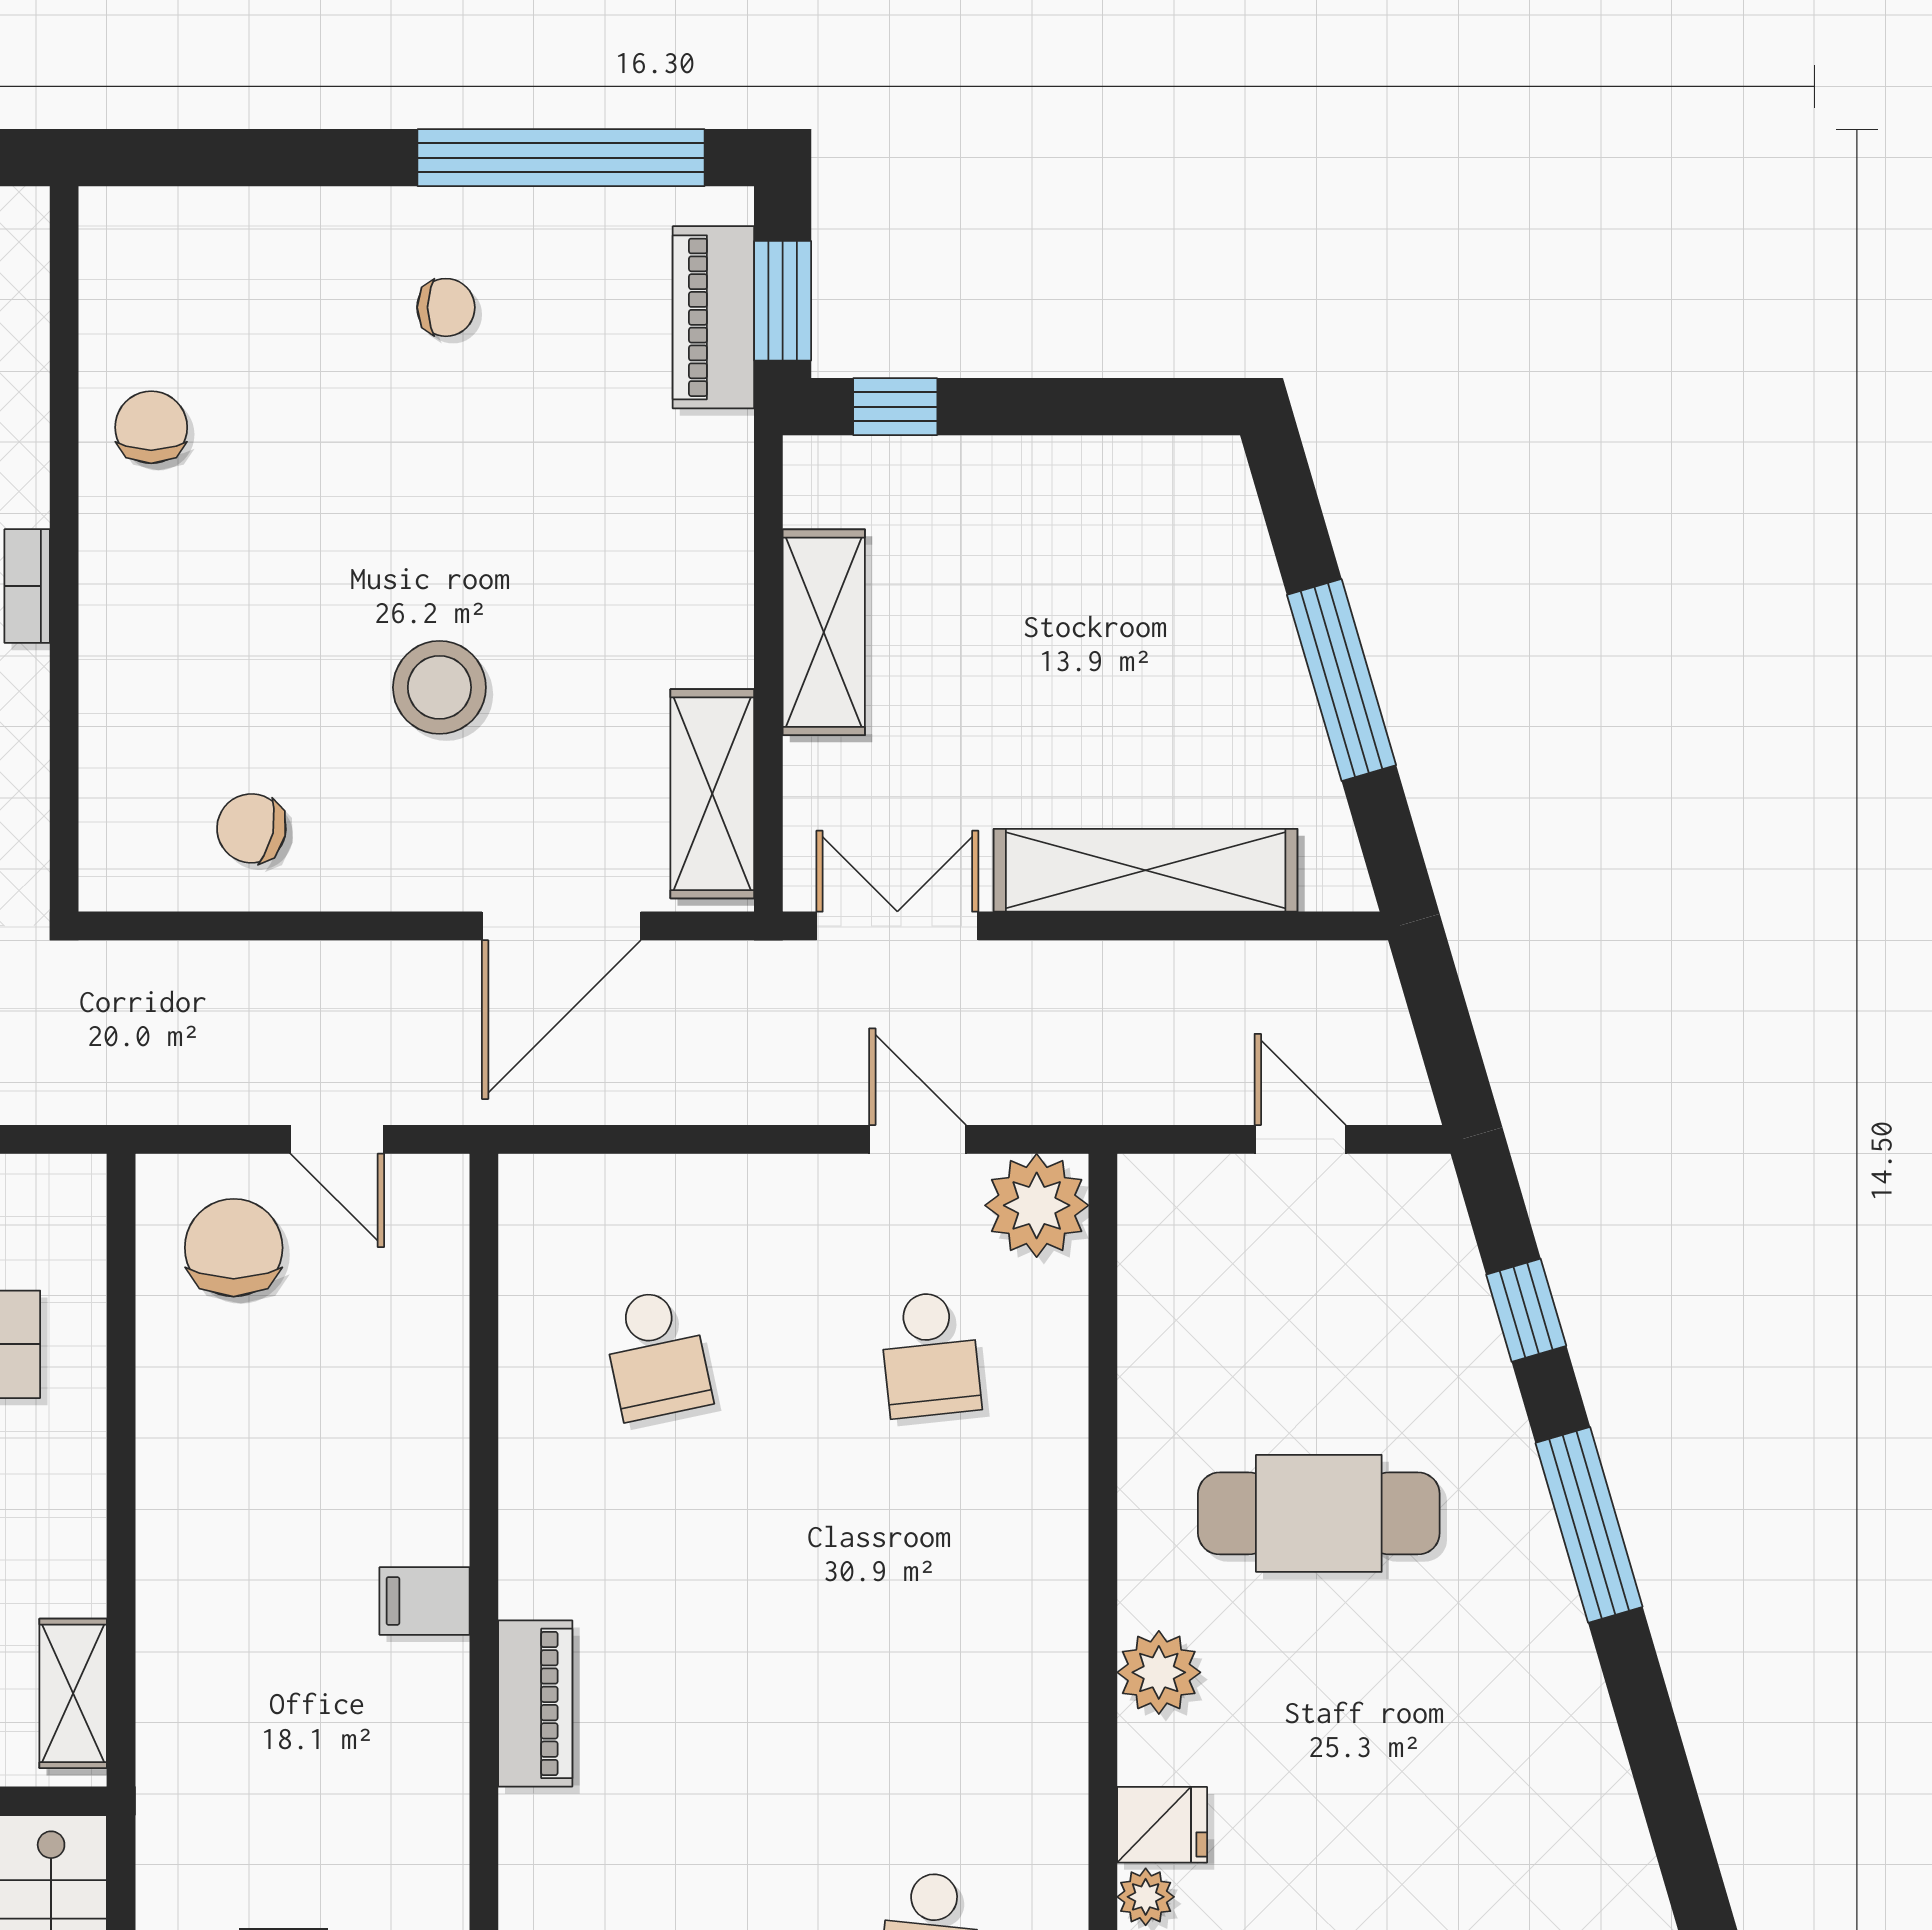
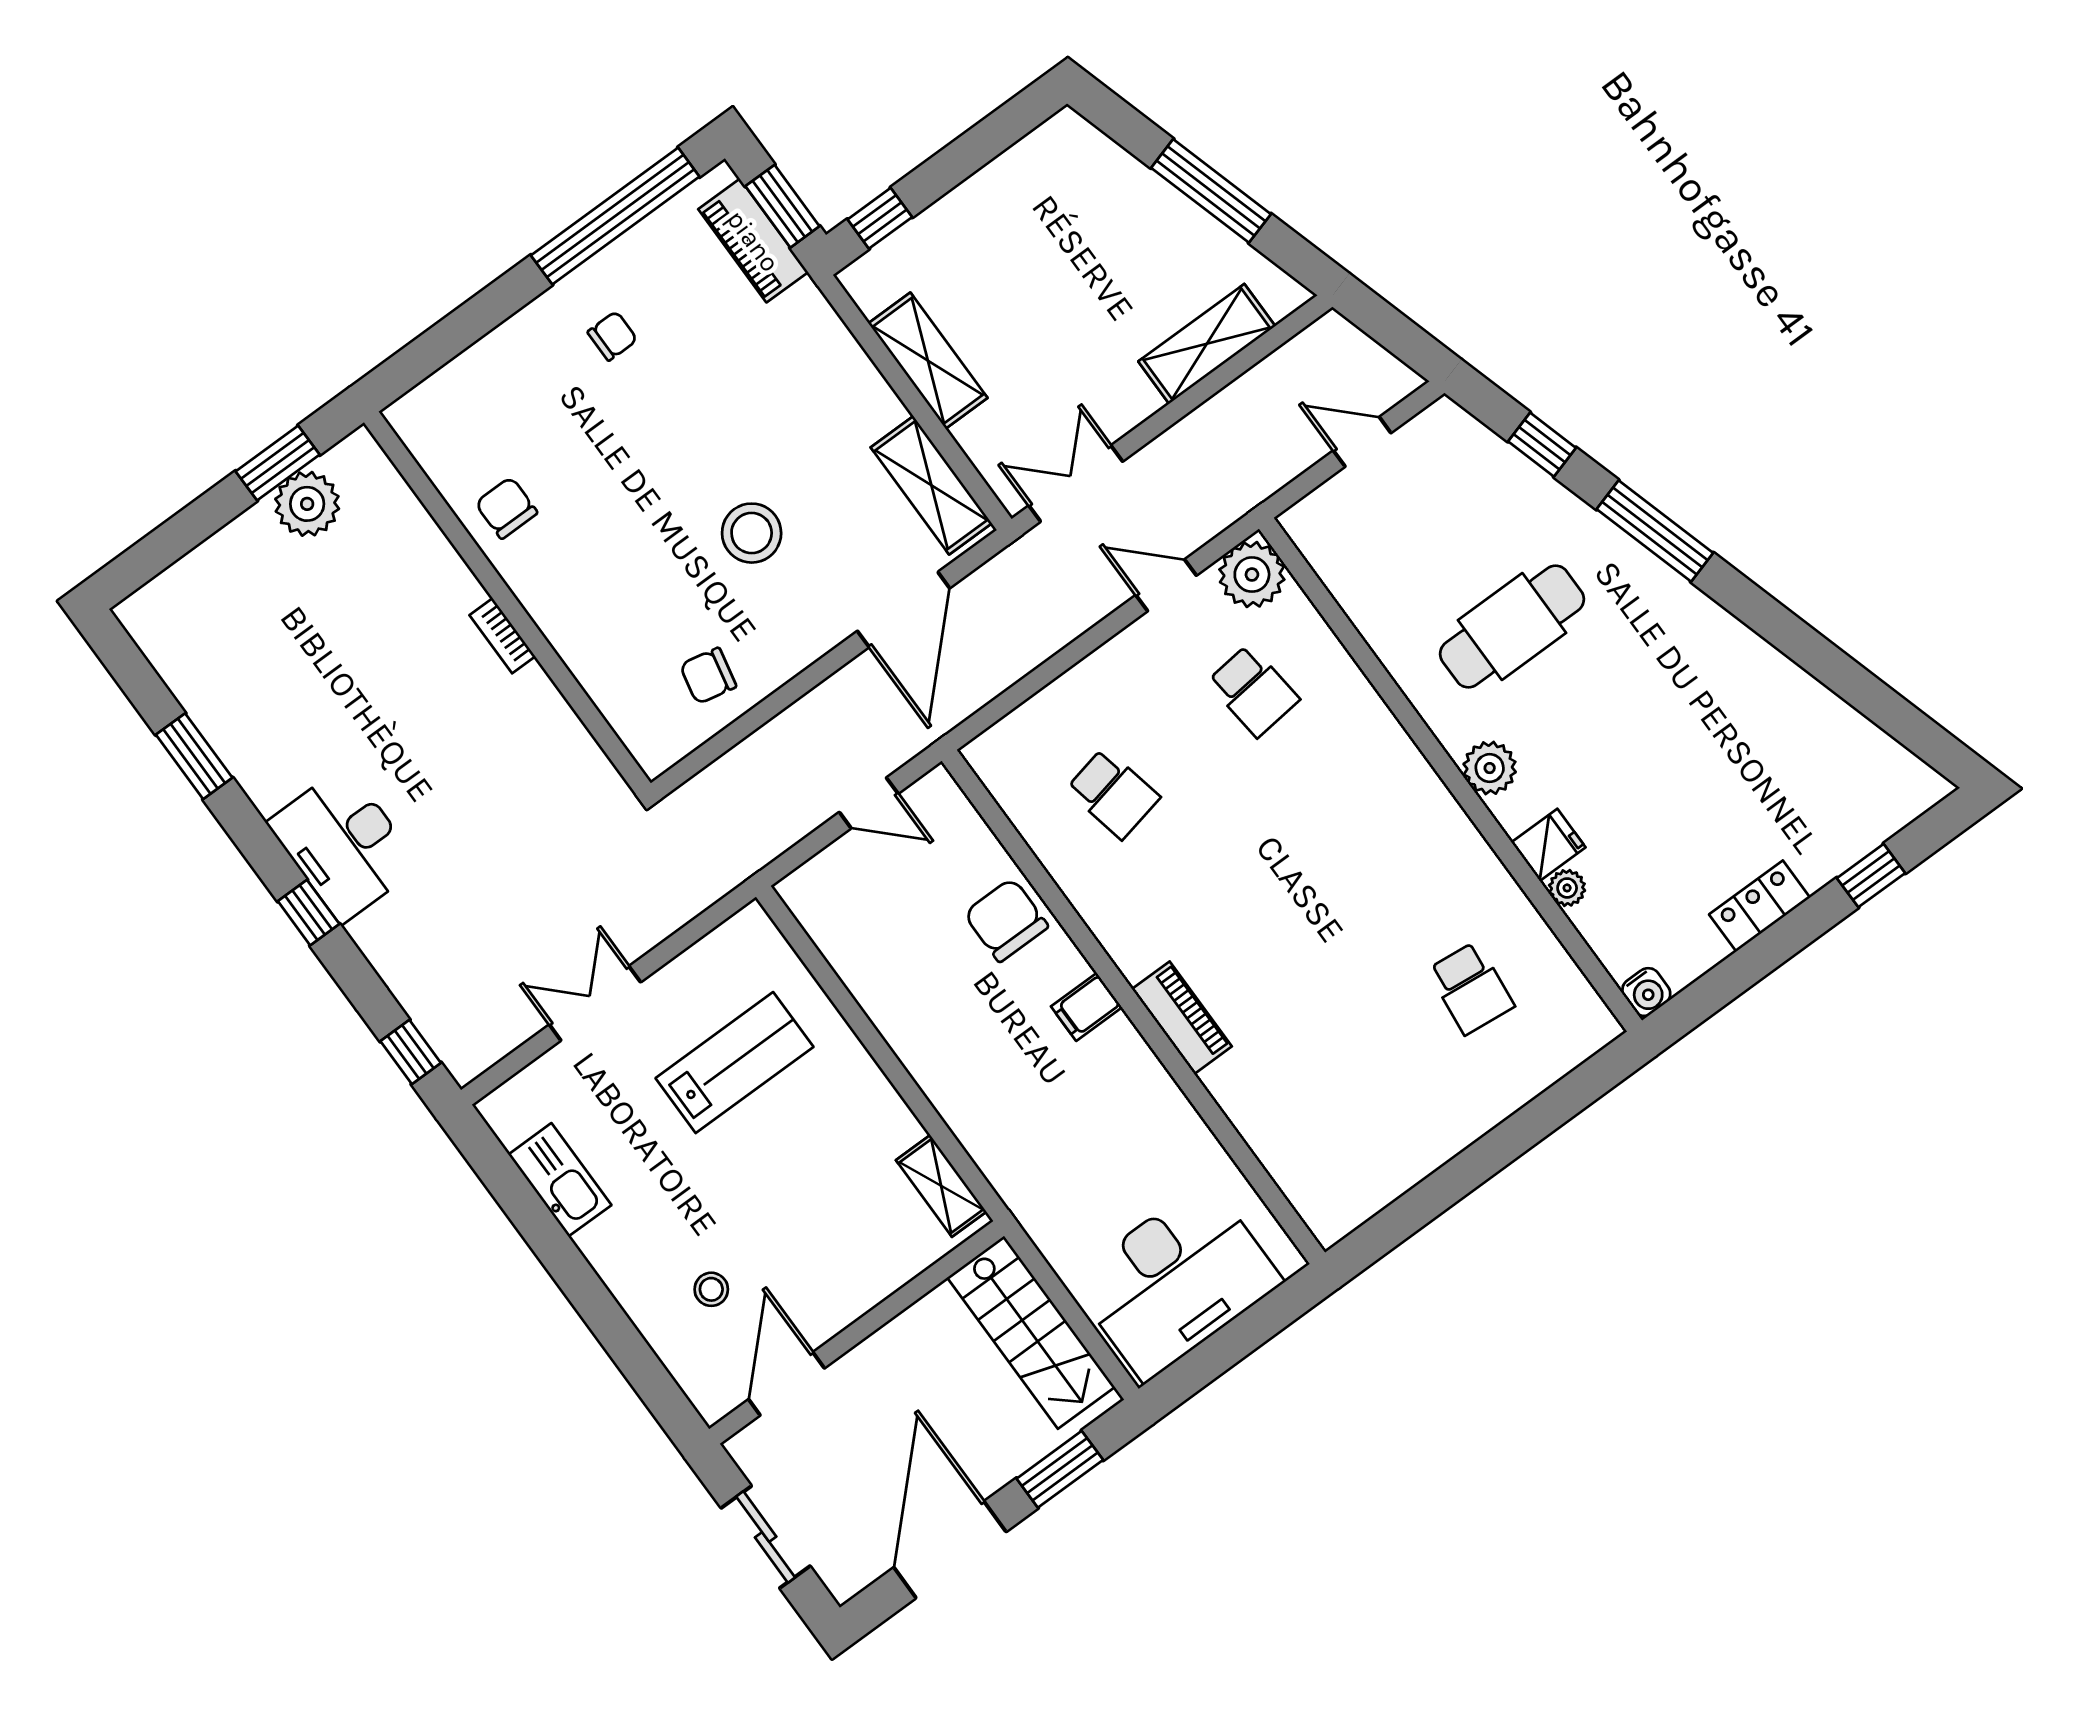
shelving: (1146, 870) -> (1207, 344), width x0.68
chair: (234, 1248) -> (1006, 920), moved

